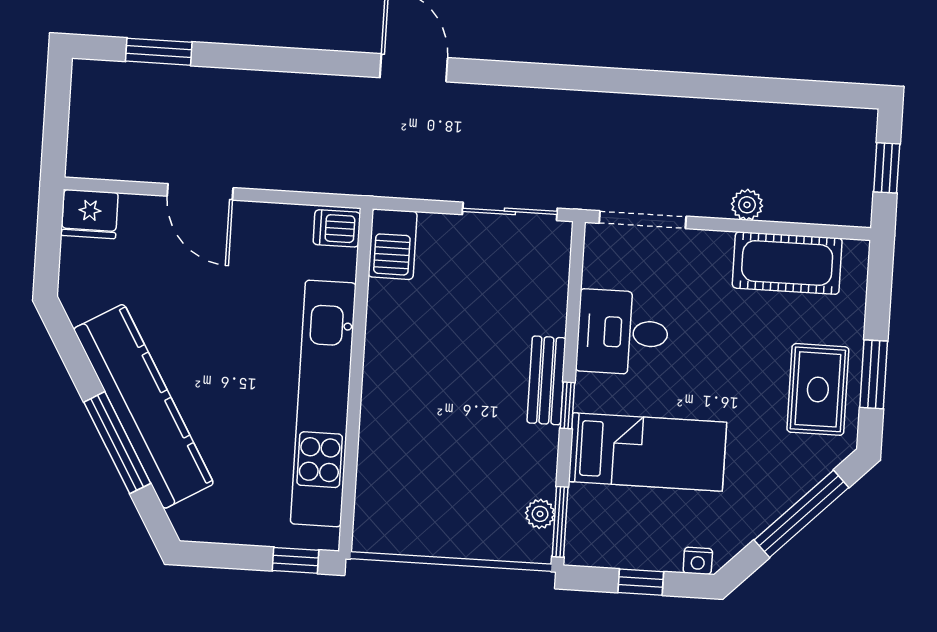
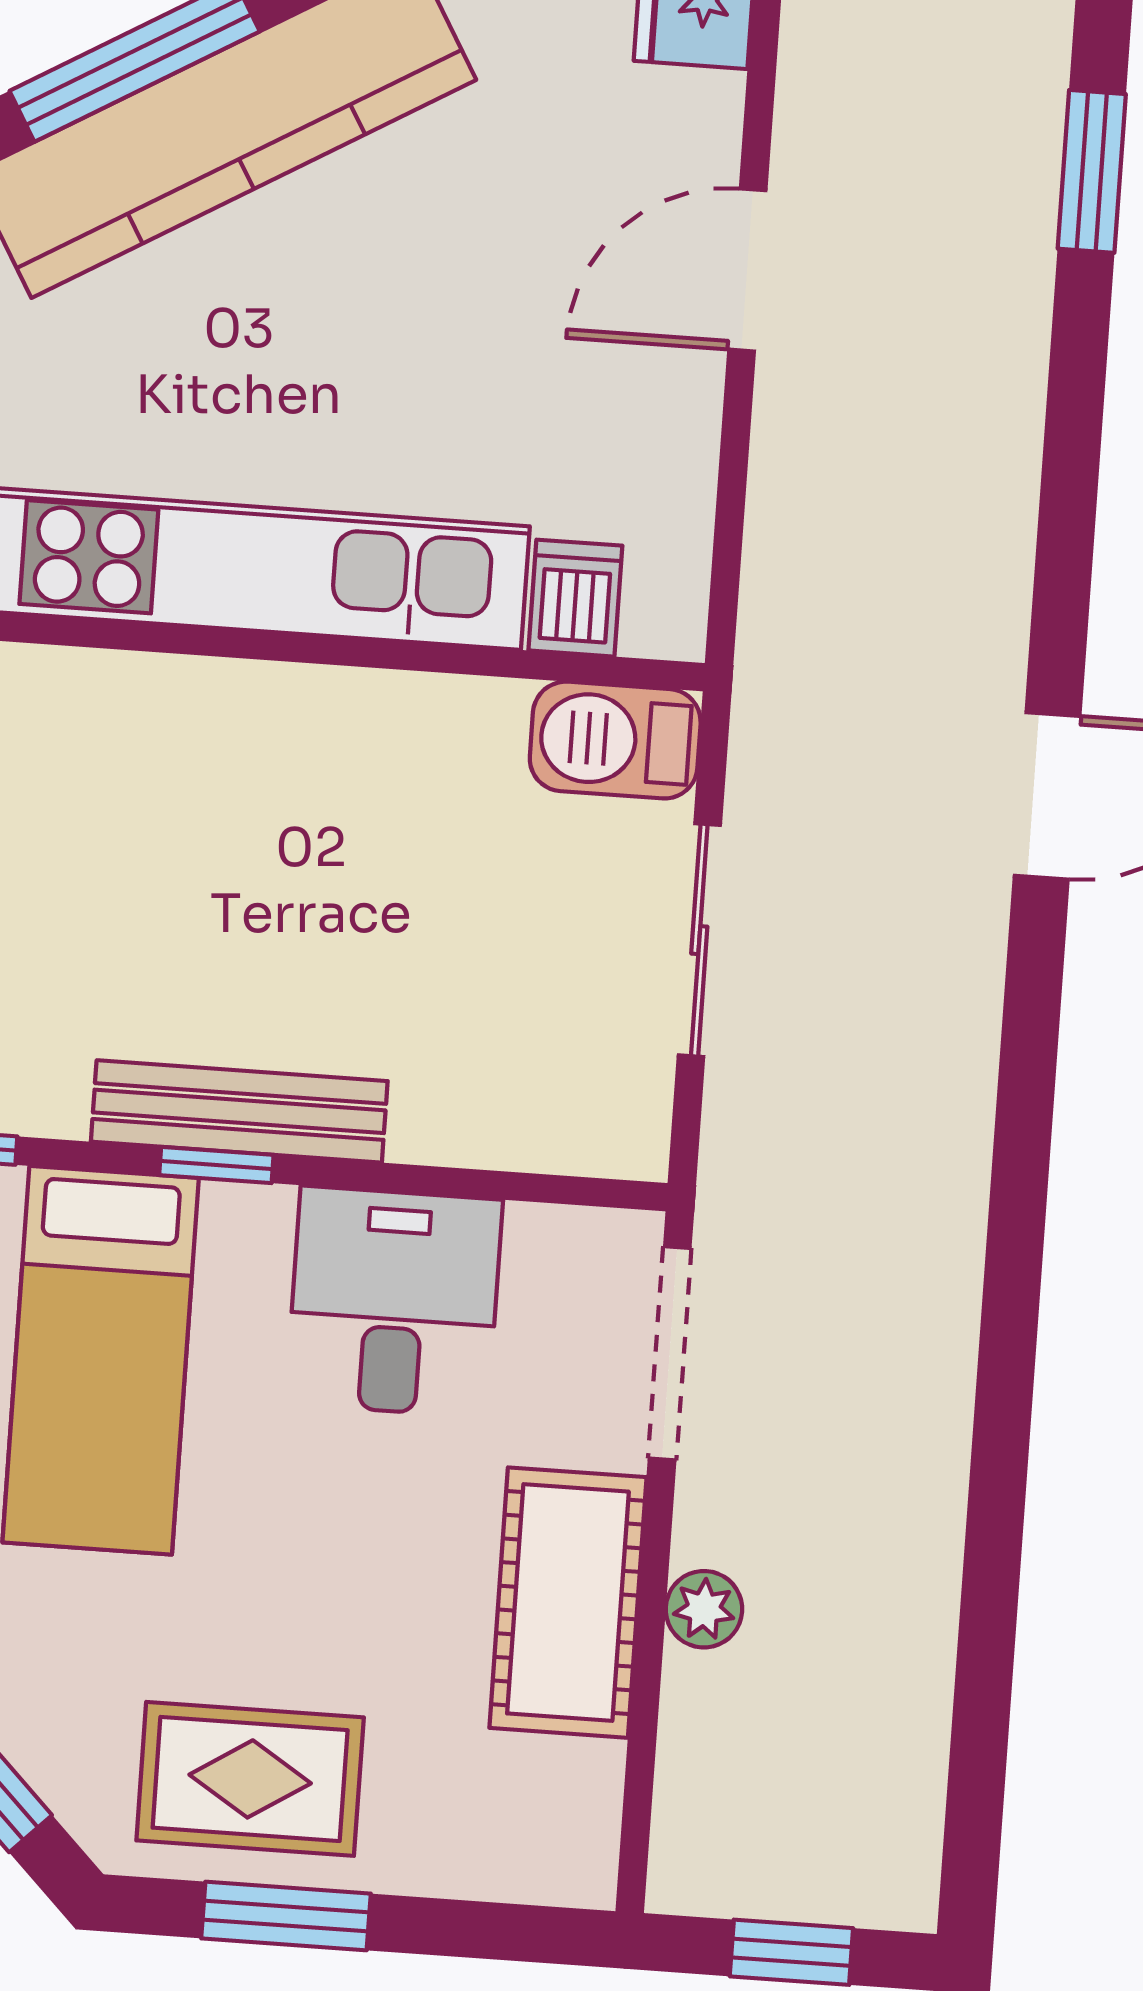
sliding door: (510, 211) -> (699, 940), moved
dishwasher: (337, 228) -> (575, 598), moved
cot: (787, 263) -> (568, 1603), moved
bench: (546, 380) -> (239, 1111), width x1.36

